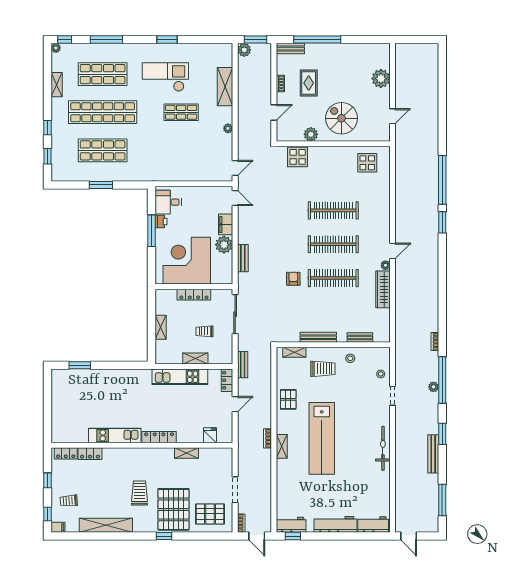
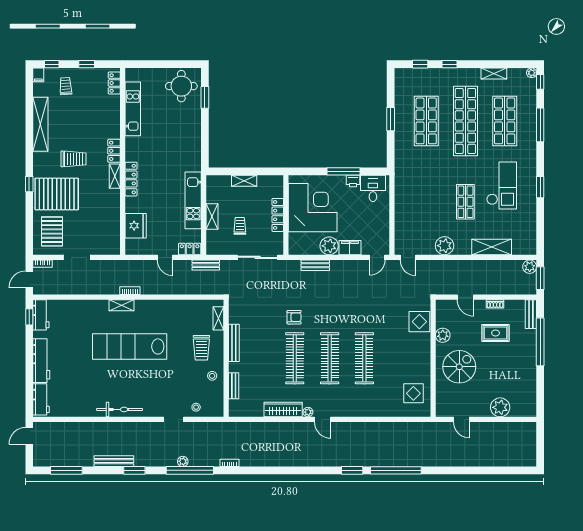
plant: (228, 128) -> (445, 246), width x1.87, depth x1.87
round table: (69, 388) -> (181, 86), added
pallet: (288, 399) -> (170, 312), removed
kitchen unit: (115, 435) -> (133, 109), moved
fridge: (210, 435) -> (136, 226), width x1.88, depth x1.34
shelving: (186, 453) -> (115, 176), moved
locker: (90, 454) -> (114, 151), moved

